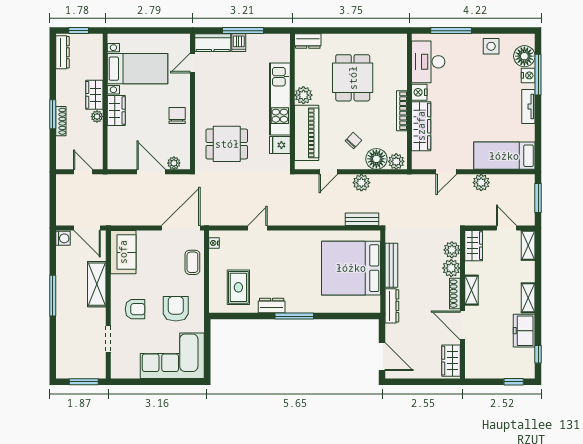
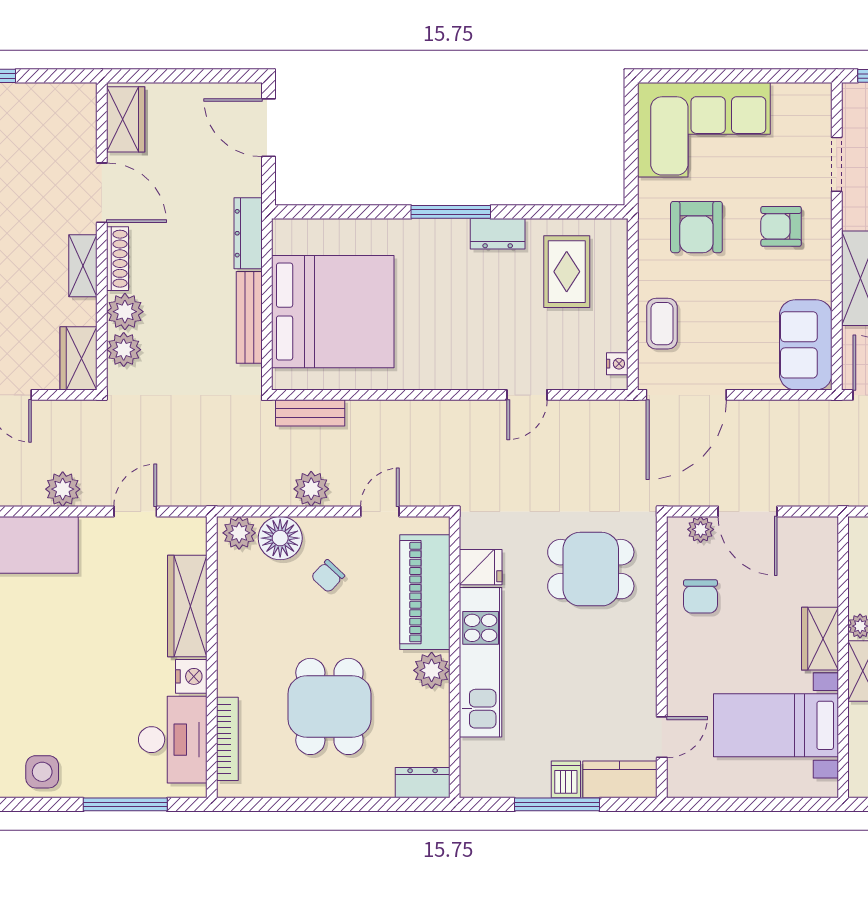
bookcase: (402, 111) -> (227, 739), moved
chair: (177, 115) -> (700, 596), moved

